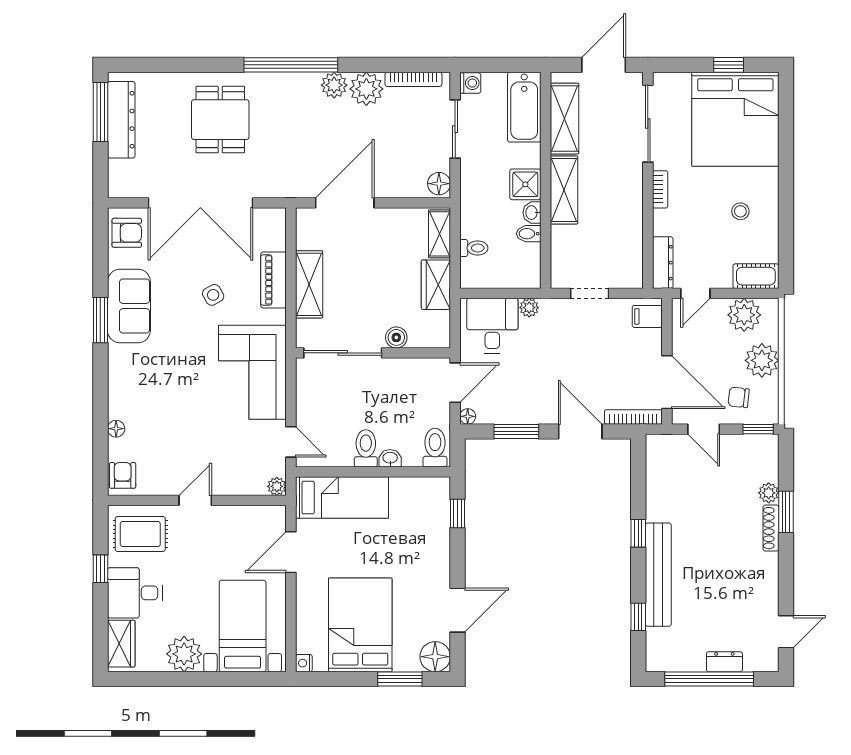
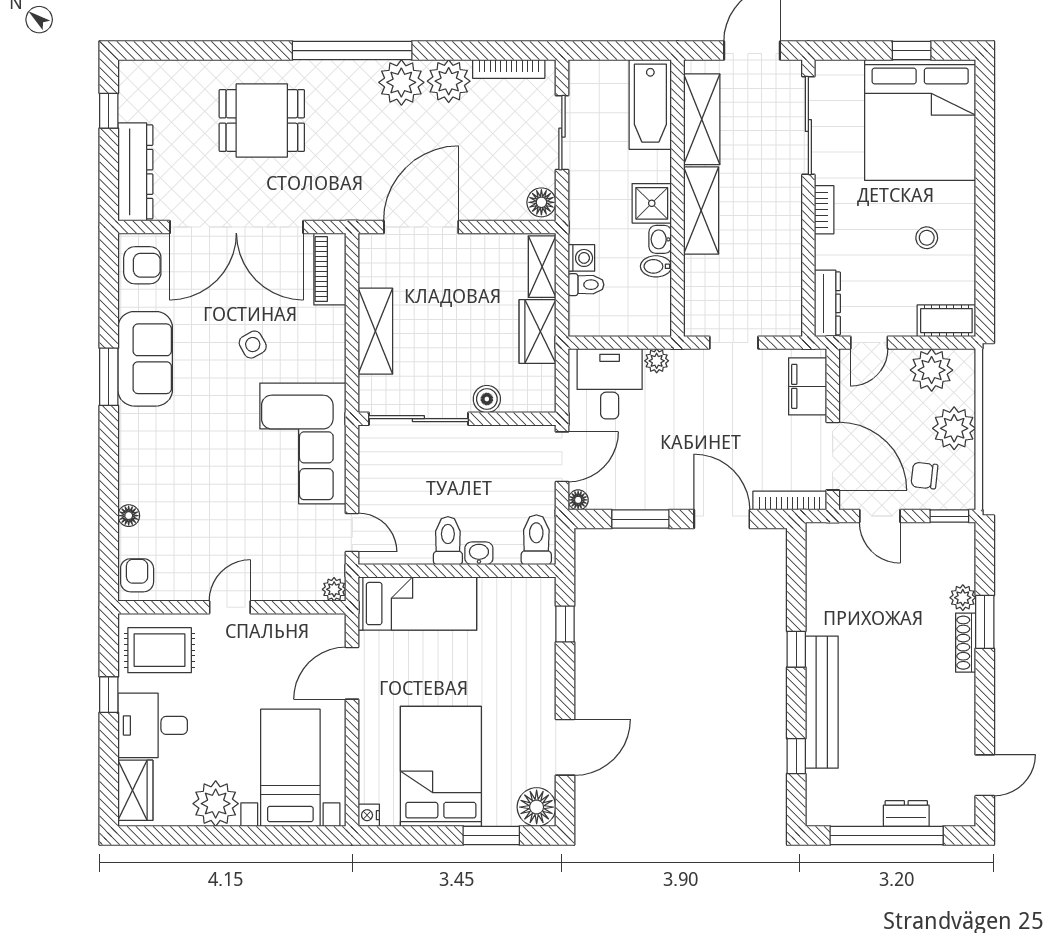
washing machine: (470, 83) -> (581, 258), moved
plant: (334, 85) -> (401, 82), width x1.36, depth x1.36
window: (100, 112) -> (109, 111), width x0.46
dresser: (121, 120) -> (135, 172), moved
dining table: (220, 120) -> (262, 121), turned 90
piano: (274, 280) -> (330, 269), moved
filing cabinet: (647, 316) -> (808, 386), width x2.00

